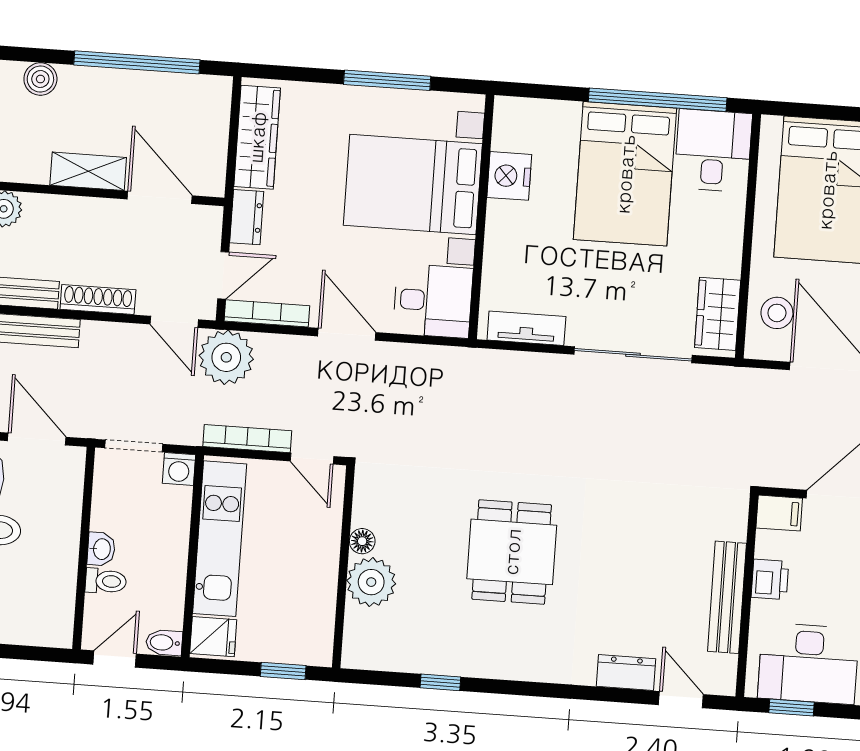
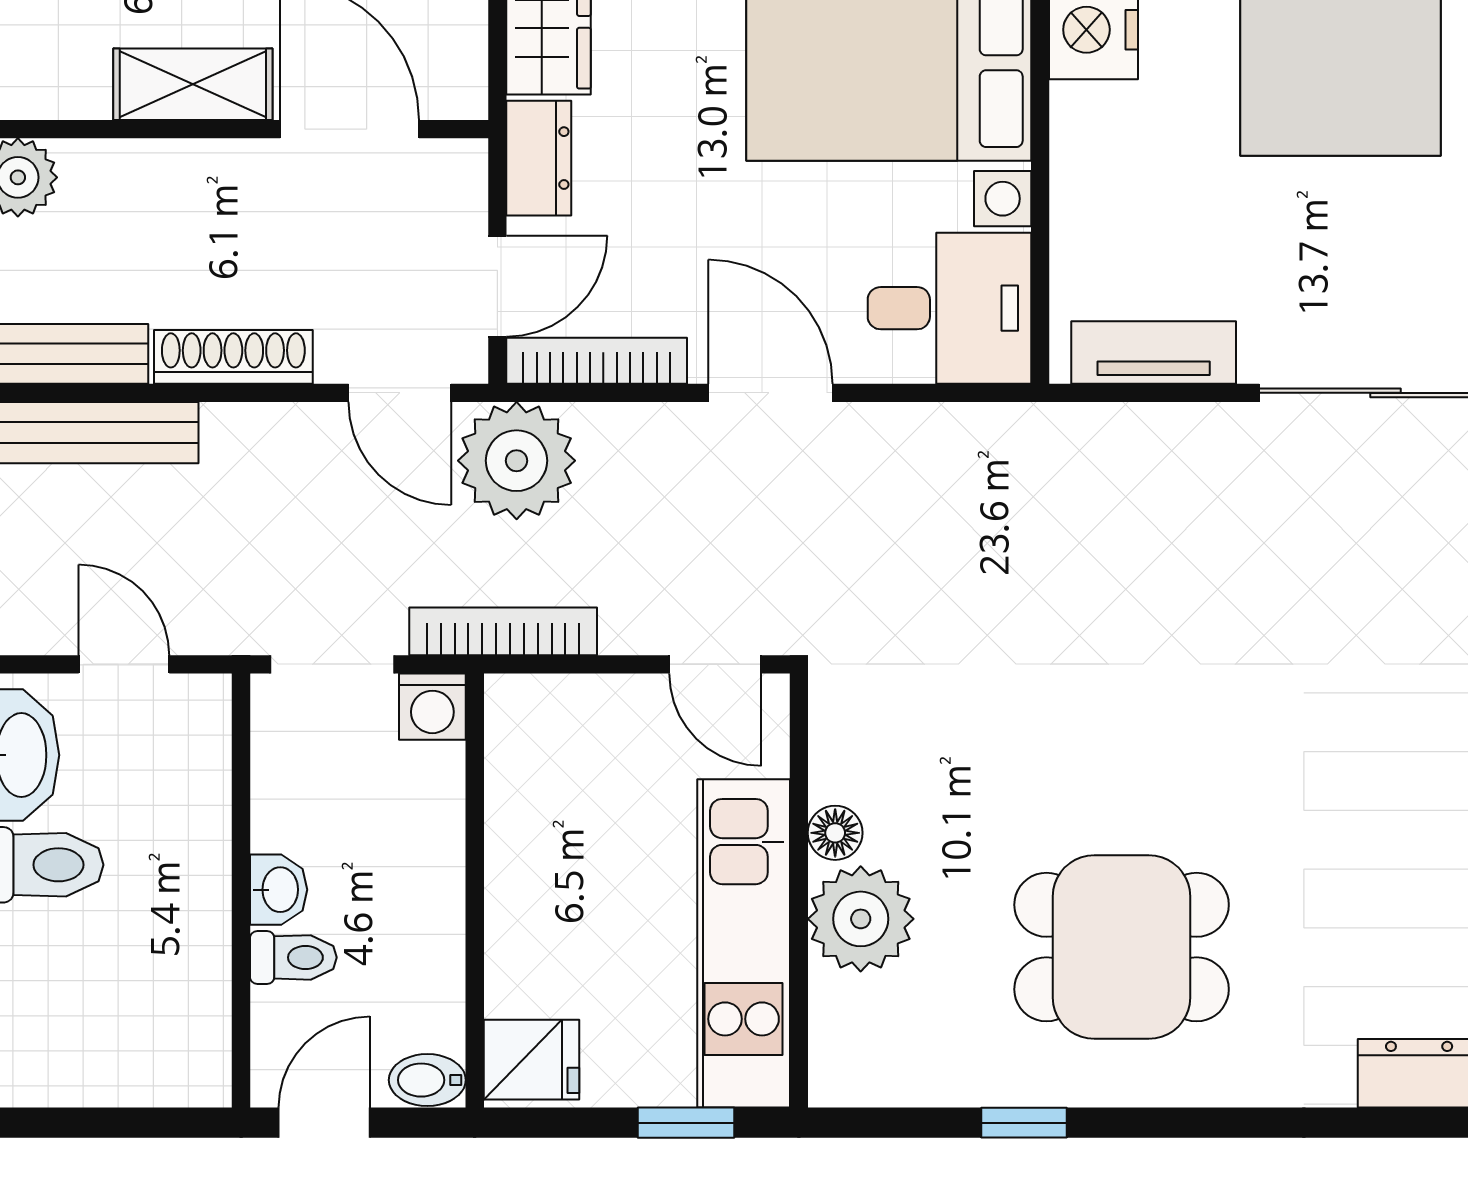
door: (37, 439) -> (124, 664), width x0.73
bookcase: (247, 439) -> (503, 631), moved
kitchen unit: (220, 539) -> (744, 943), moved, turned 180
dining table: (512, 552) -> (1122, 947), moved, turned 90

